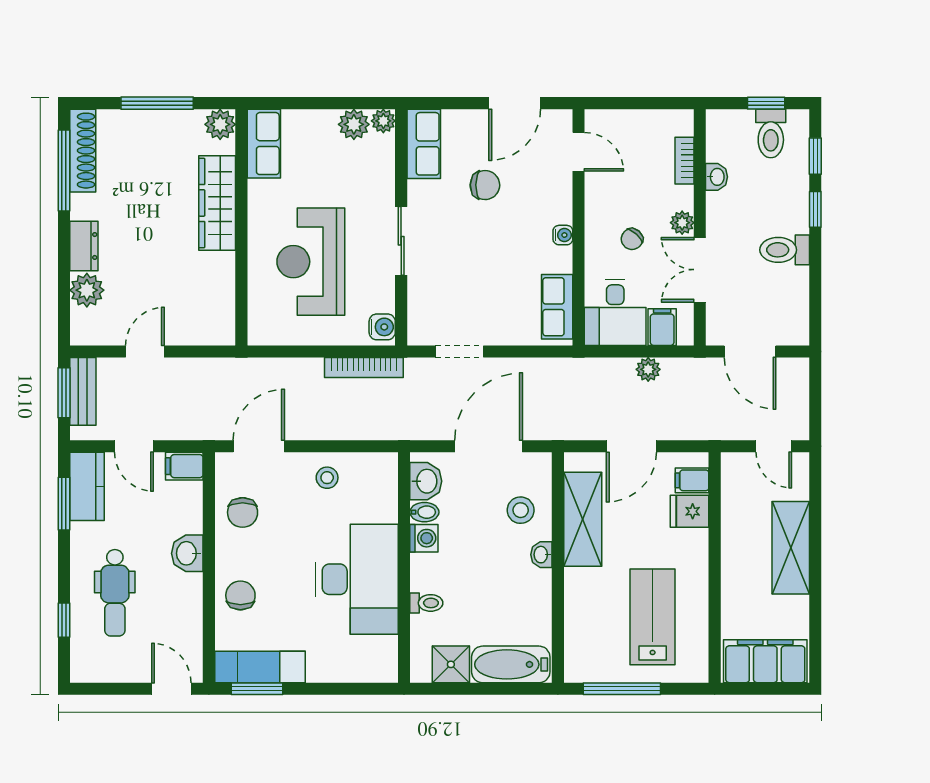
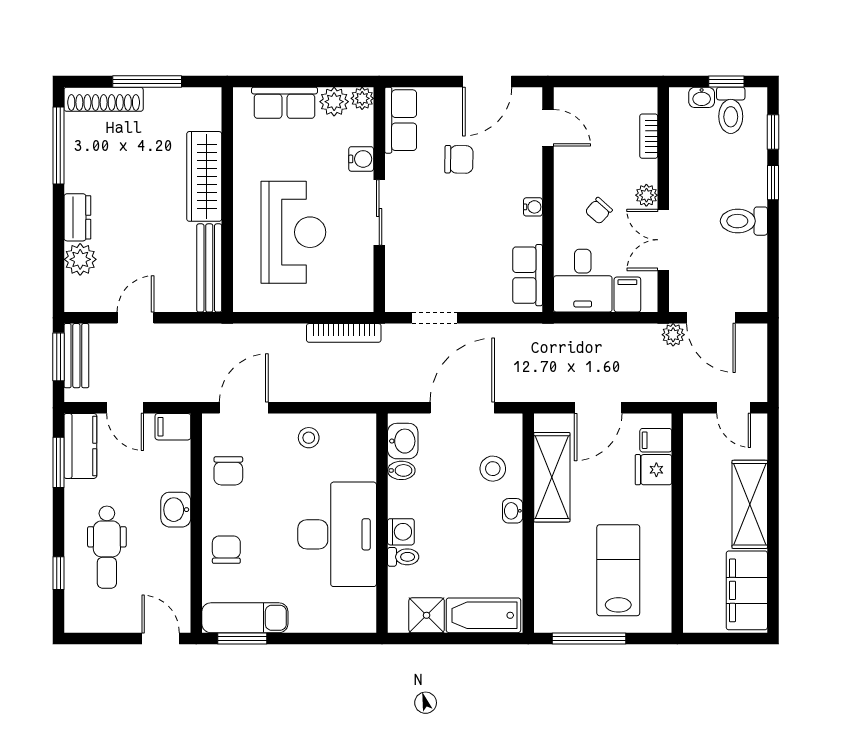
plant: (220, 124) -> (207, 102), removed
row of seats: (264, 144) -> (284, 103), moved, turned 90
shoe rack: (83, 151) -> (104, 99), moved, turned 90
washbasin: (717, 177) -> (702, 97), moved, turned 90
reception desk: (311, 262) -> (293, 232), turned 180
bench: (222, 299) -> (209, 268), added
water cooler: (382, 327) -> (361, 159), moved
plant: (648, 369) -> (673, 335), moved
washing machine: (424, 538) -> (401, 532), moved
filing cabinet: (765, 661) -> (747, 590), moved, turned -90

